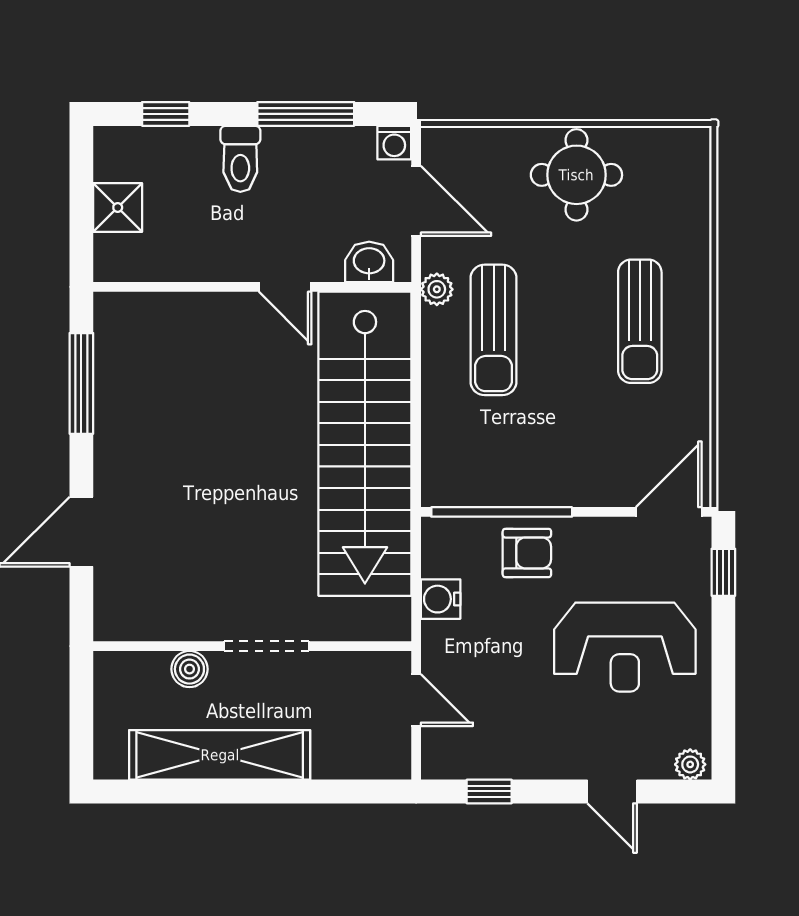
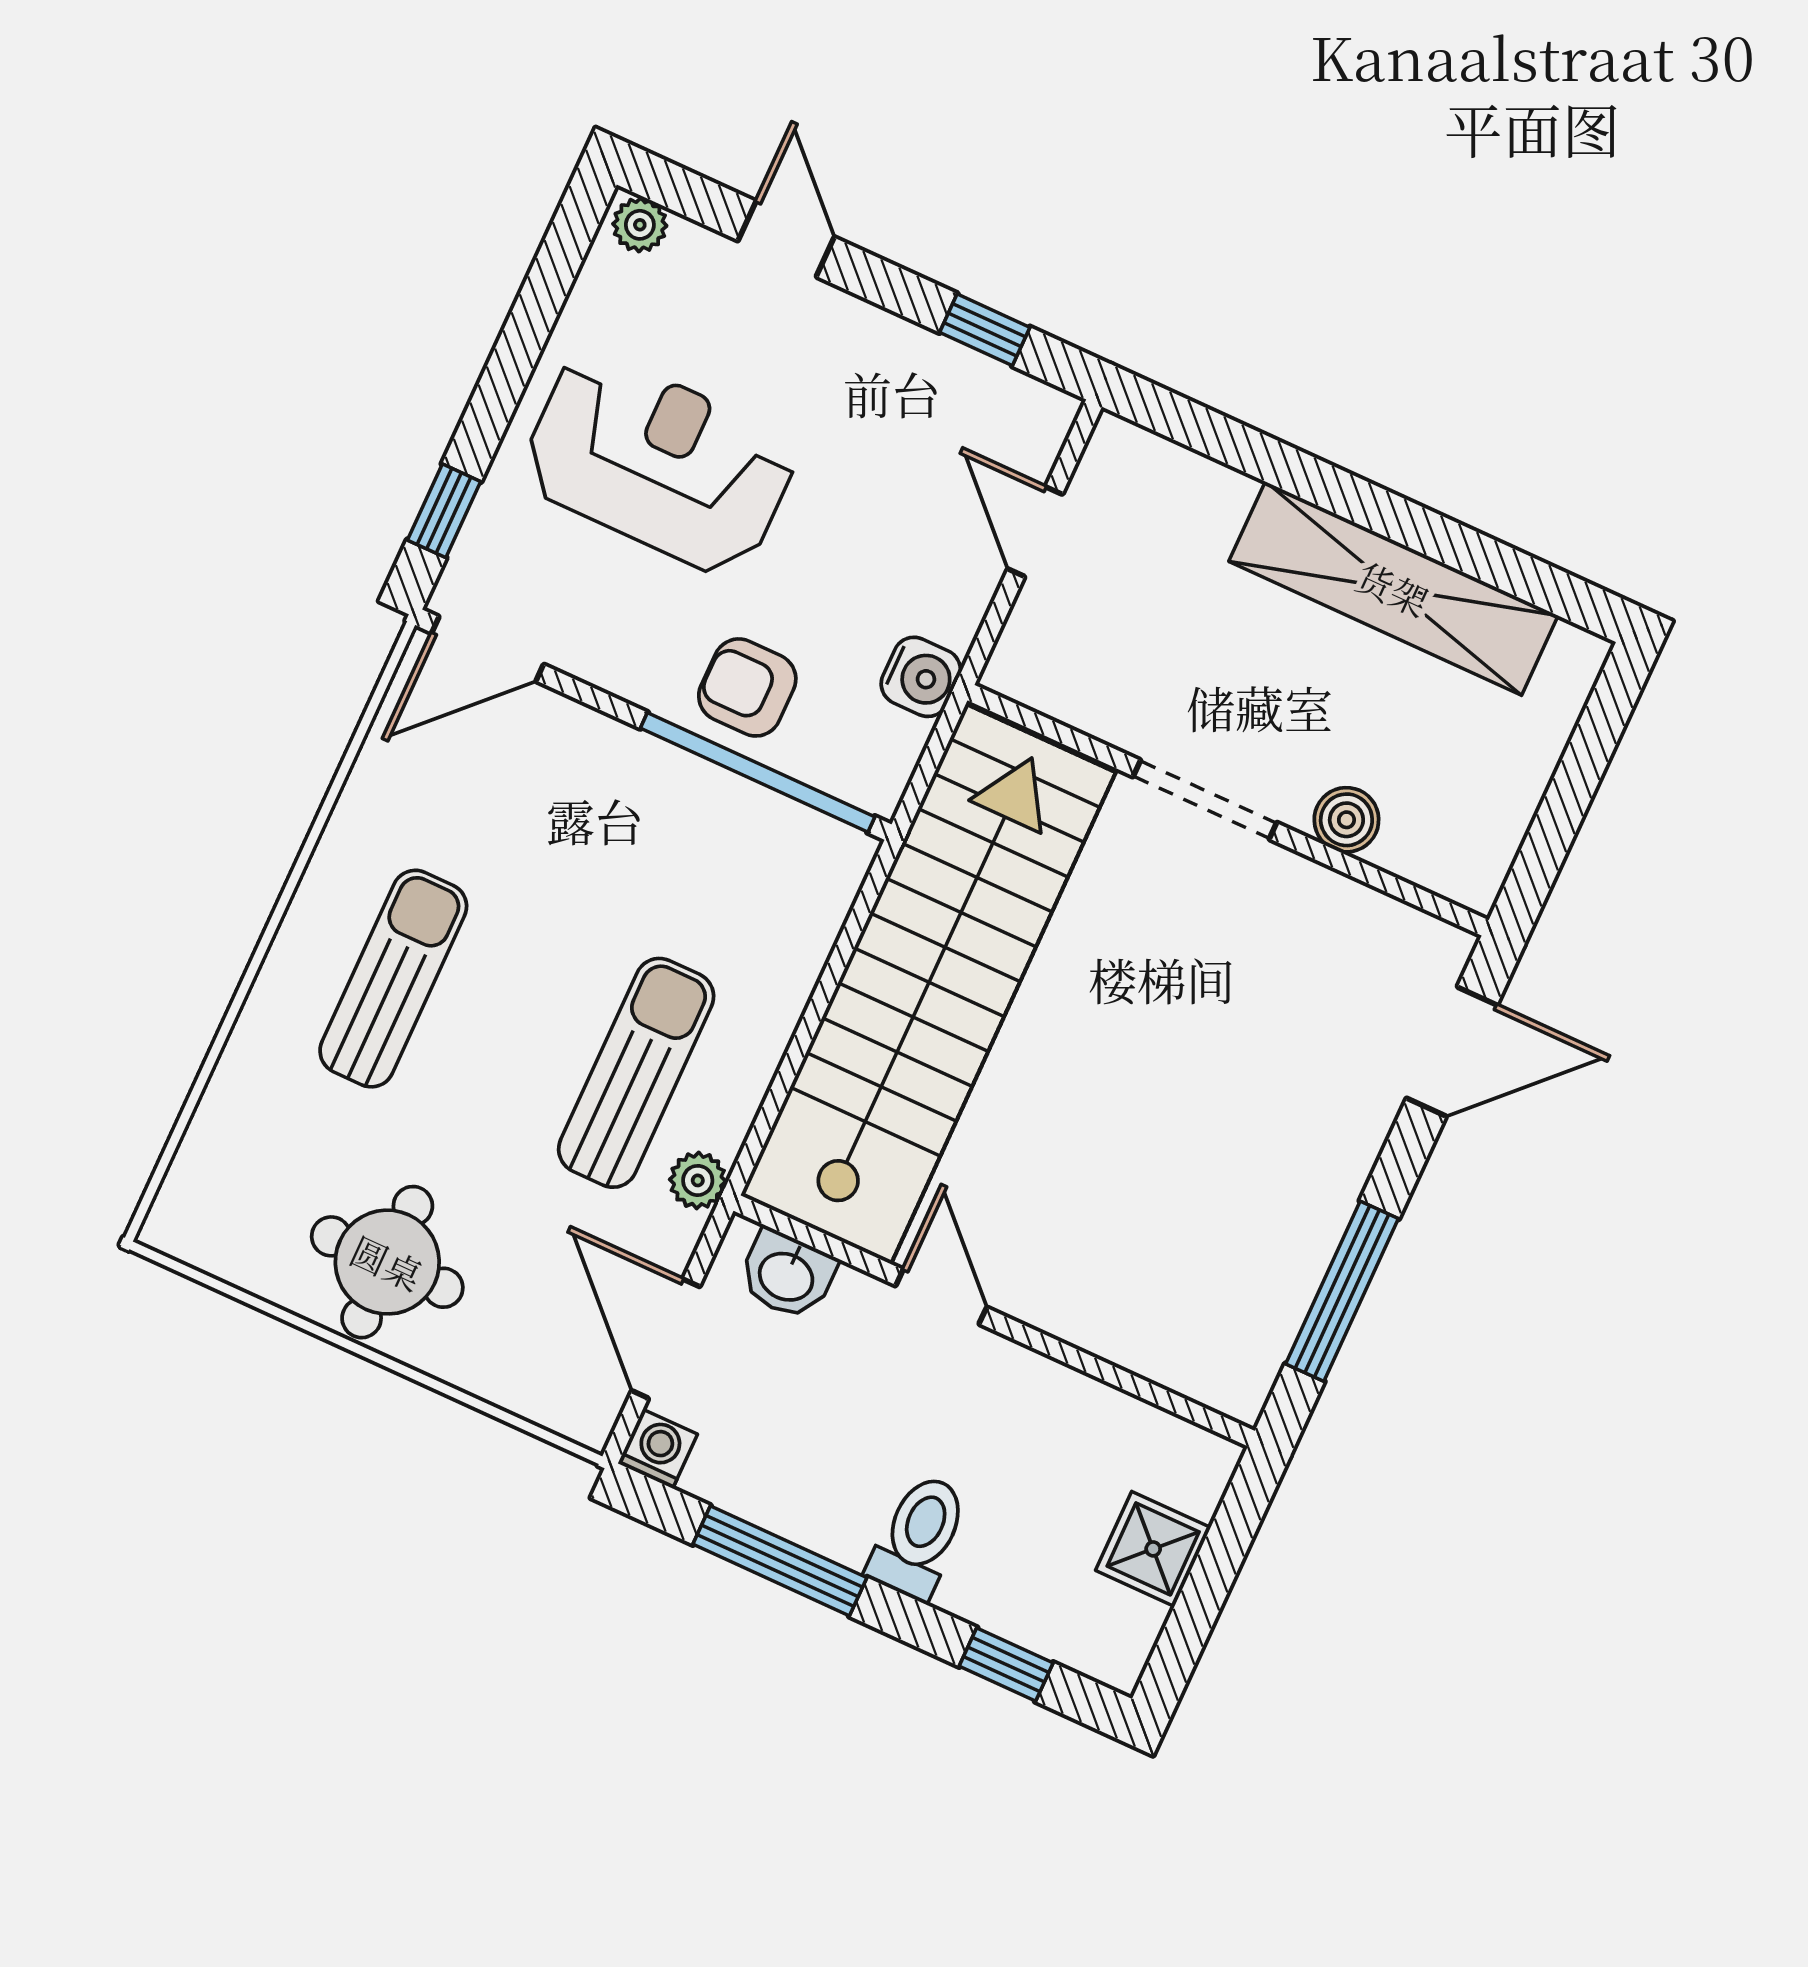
wall: (252, 646) -> (1228, 810), moved
doorway: (267, 646) -> (1205, 800), moved
boiler: (189, 669) -> (1346, 820), moved

